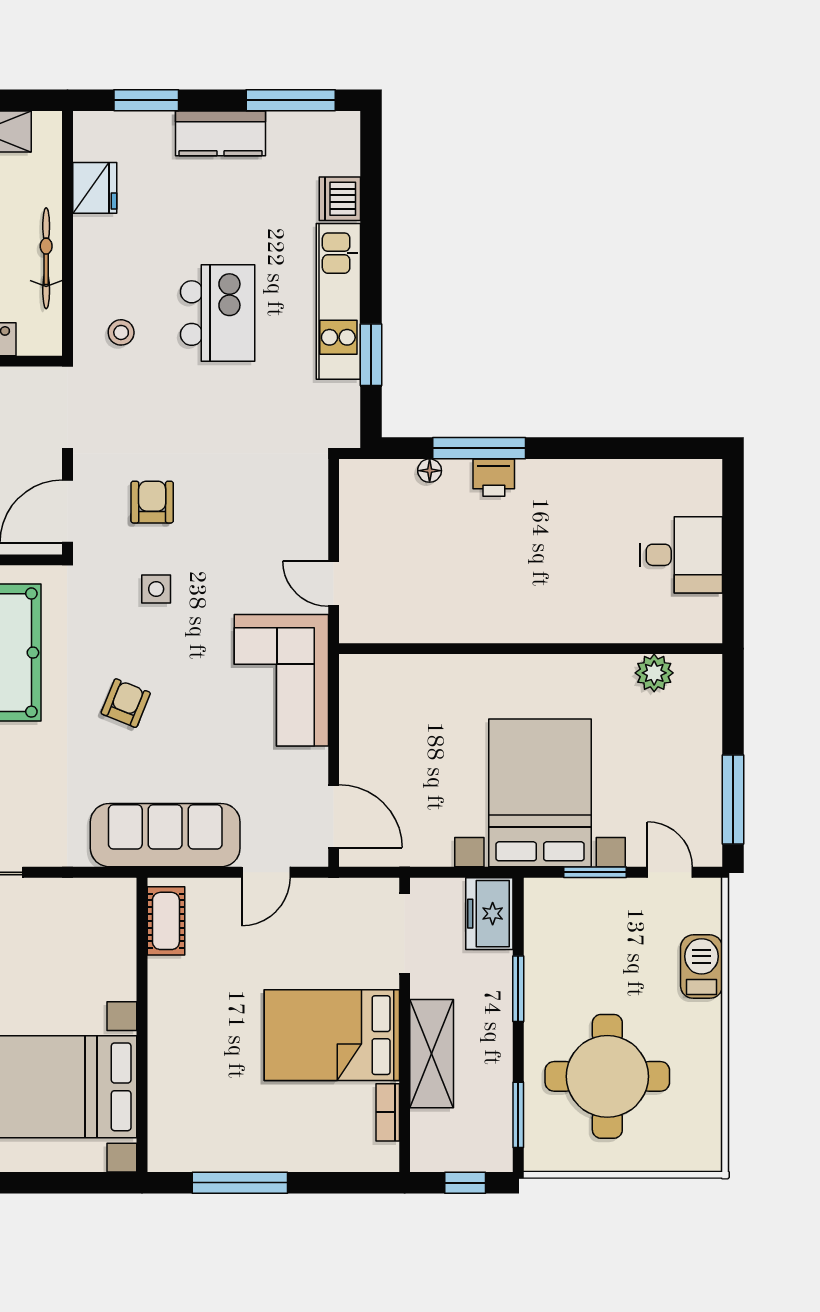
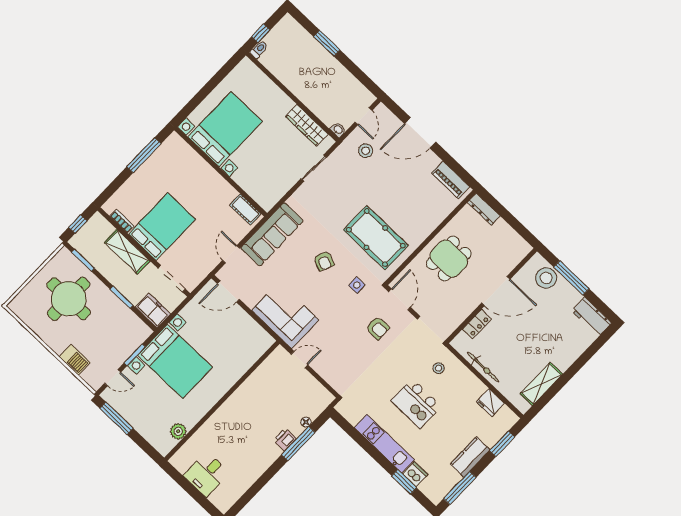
window: (371, 355) -> (404, 482), moved
side table: (156, 589) -> (357, 285), moved

